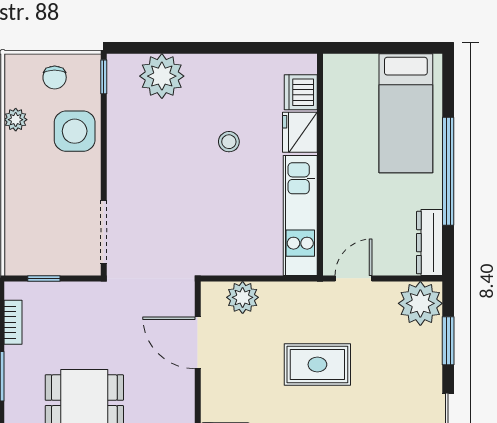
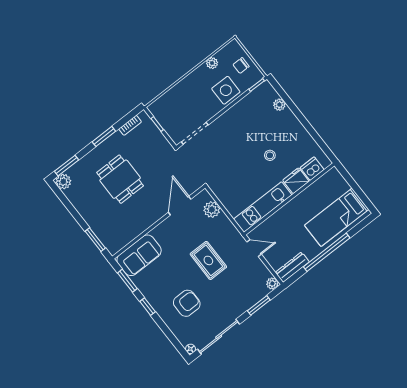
plant: (162, 76) -> (279, 105), width x0.53, depth x0.53
plant: (420, 303) -> (272, 283), width x0.53, depth x0.53

